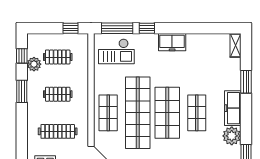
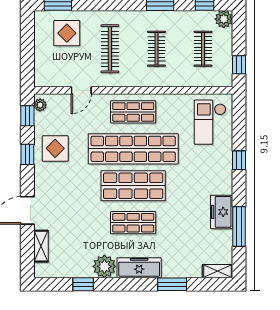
window: (117, 28) -> (239, 227), moved
freezer: (172, 42) -> (222, 212), moved
plant: (34, 64) -> (224, 19), moved

